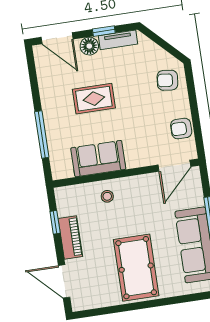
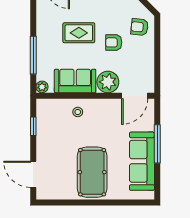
armchair: (181, 129) -> (114, 42), moved
plant: (139, 154) -> (108, 82), added
plant: (59, 172) -> (42, 87), added
piano: (70, 237) -> (44, 140), removed

